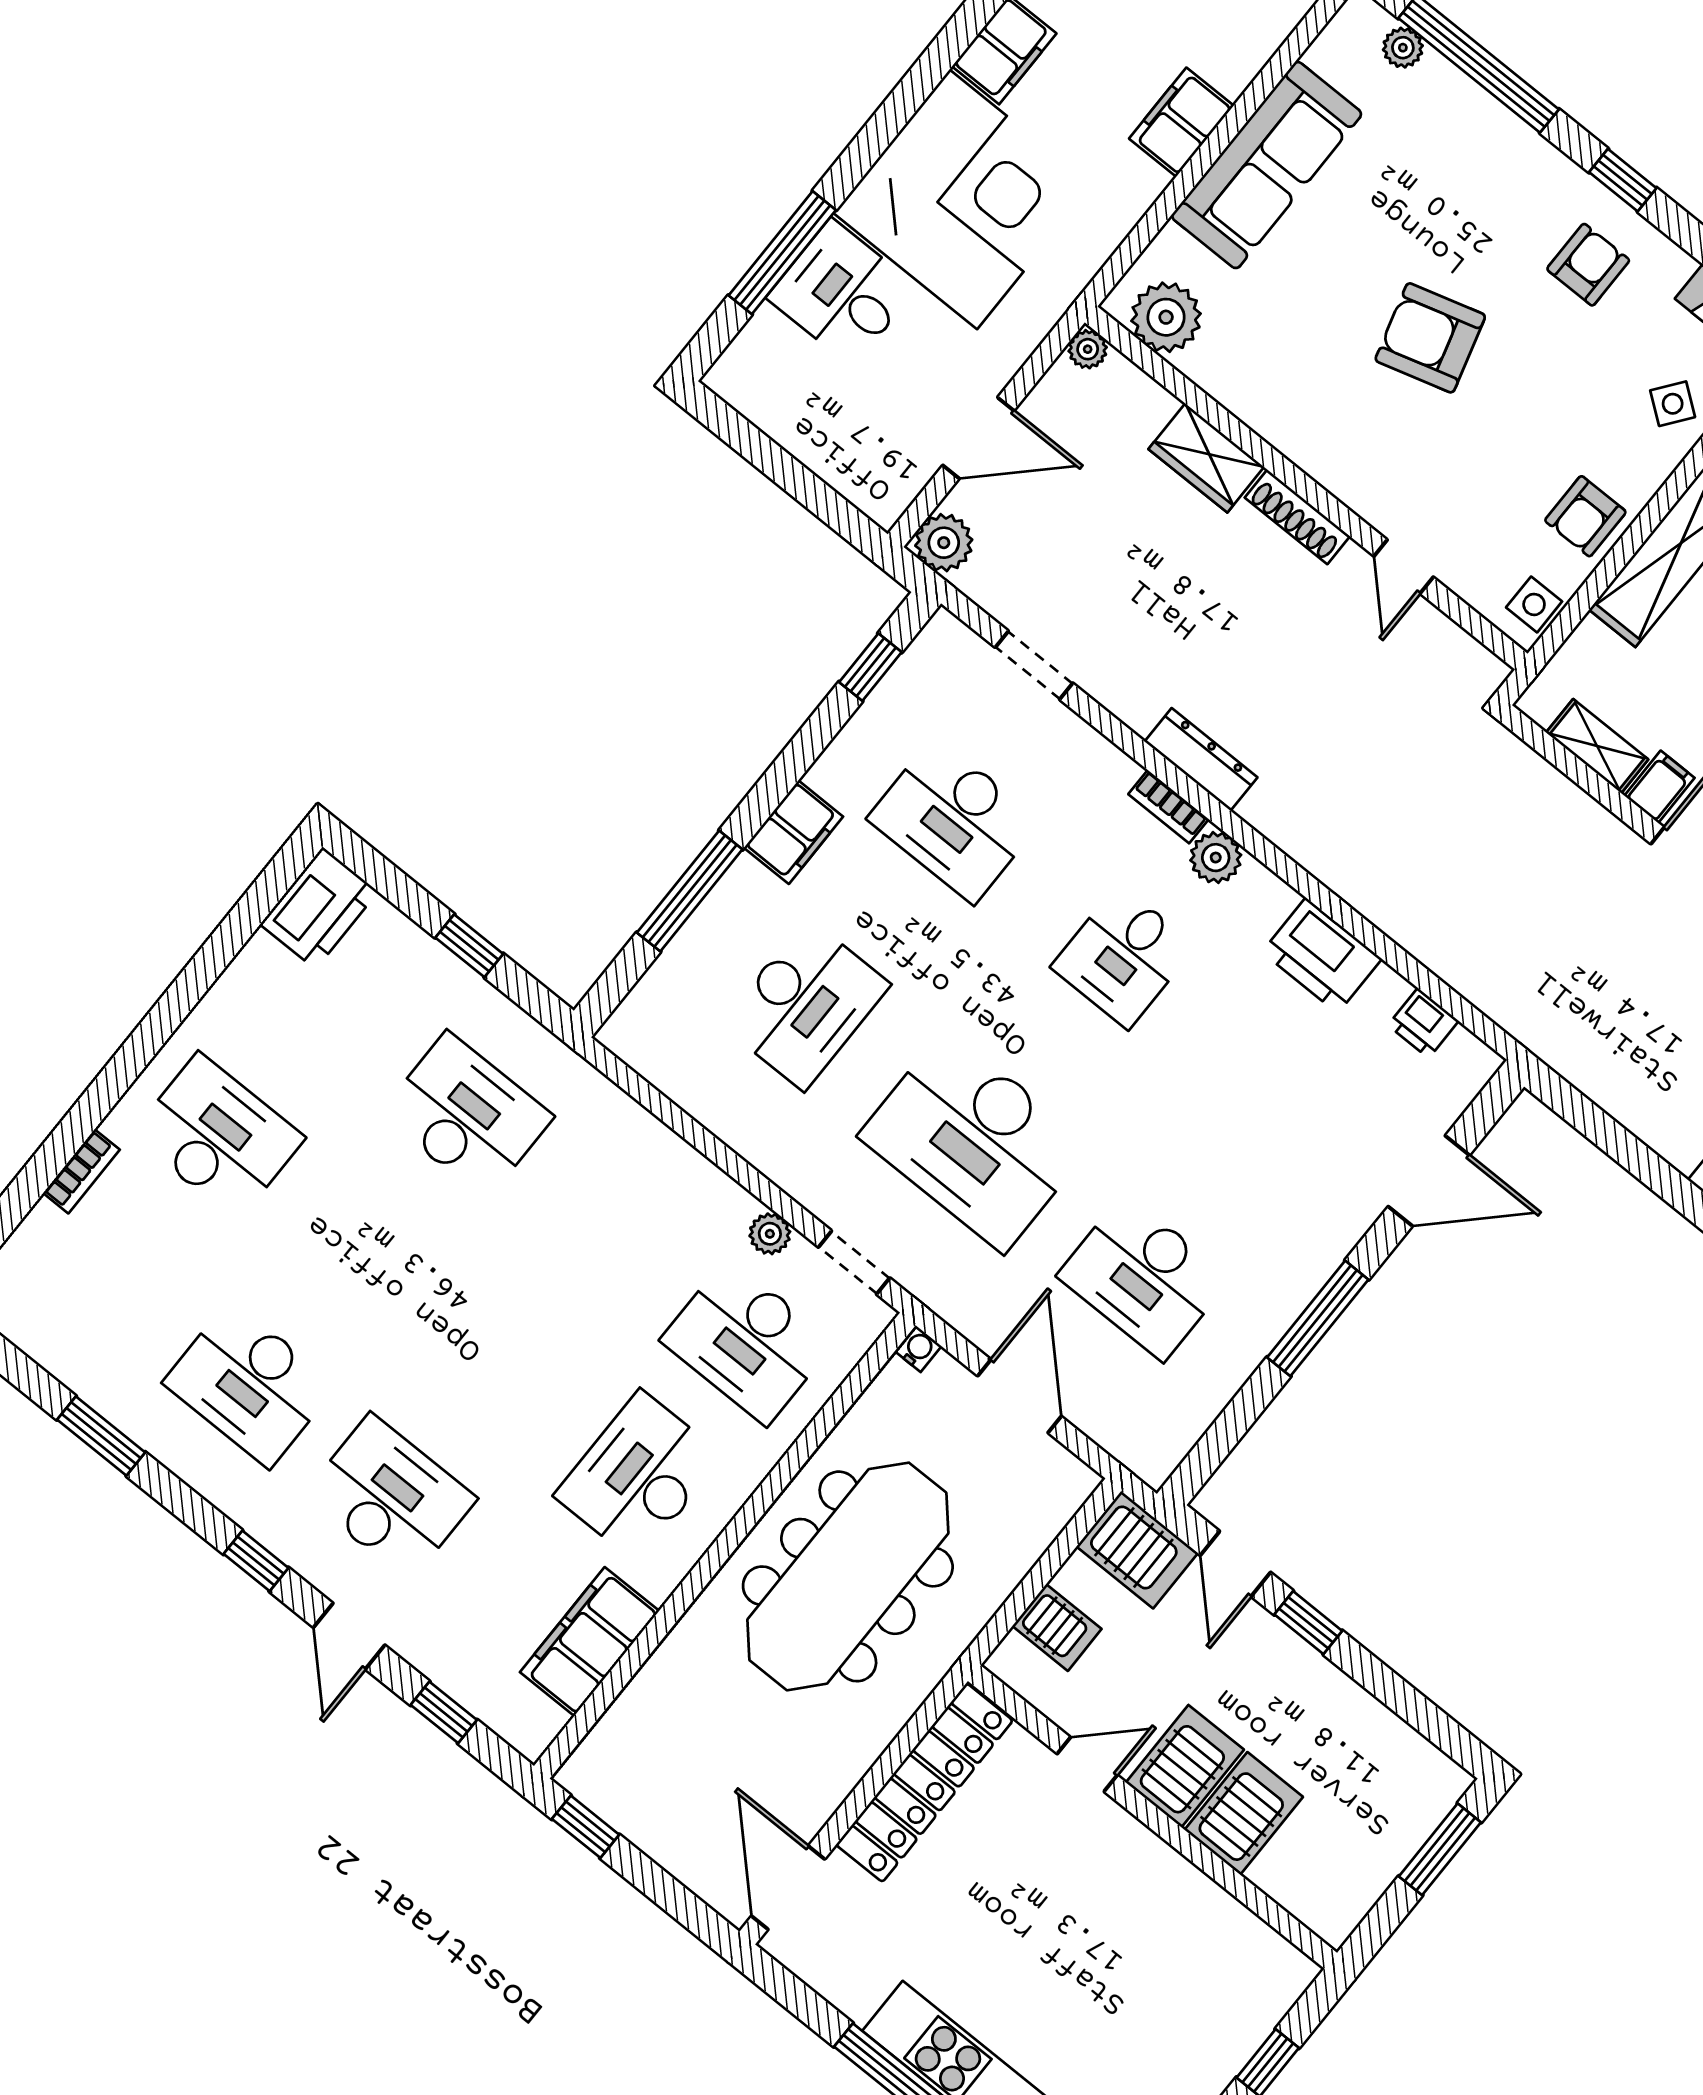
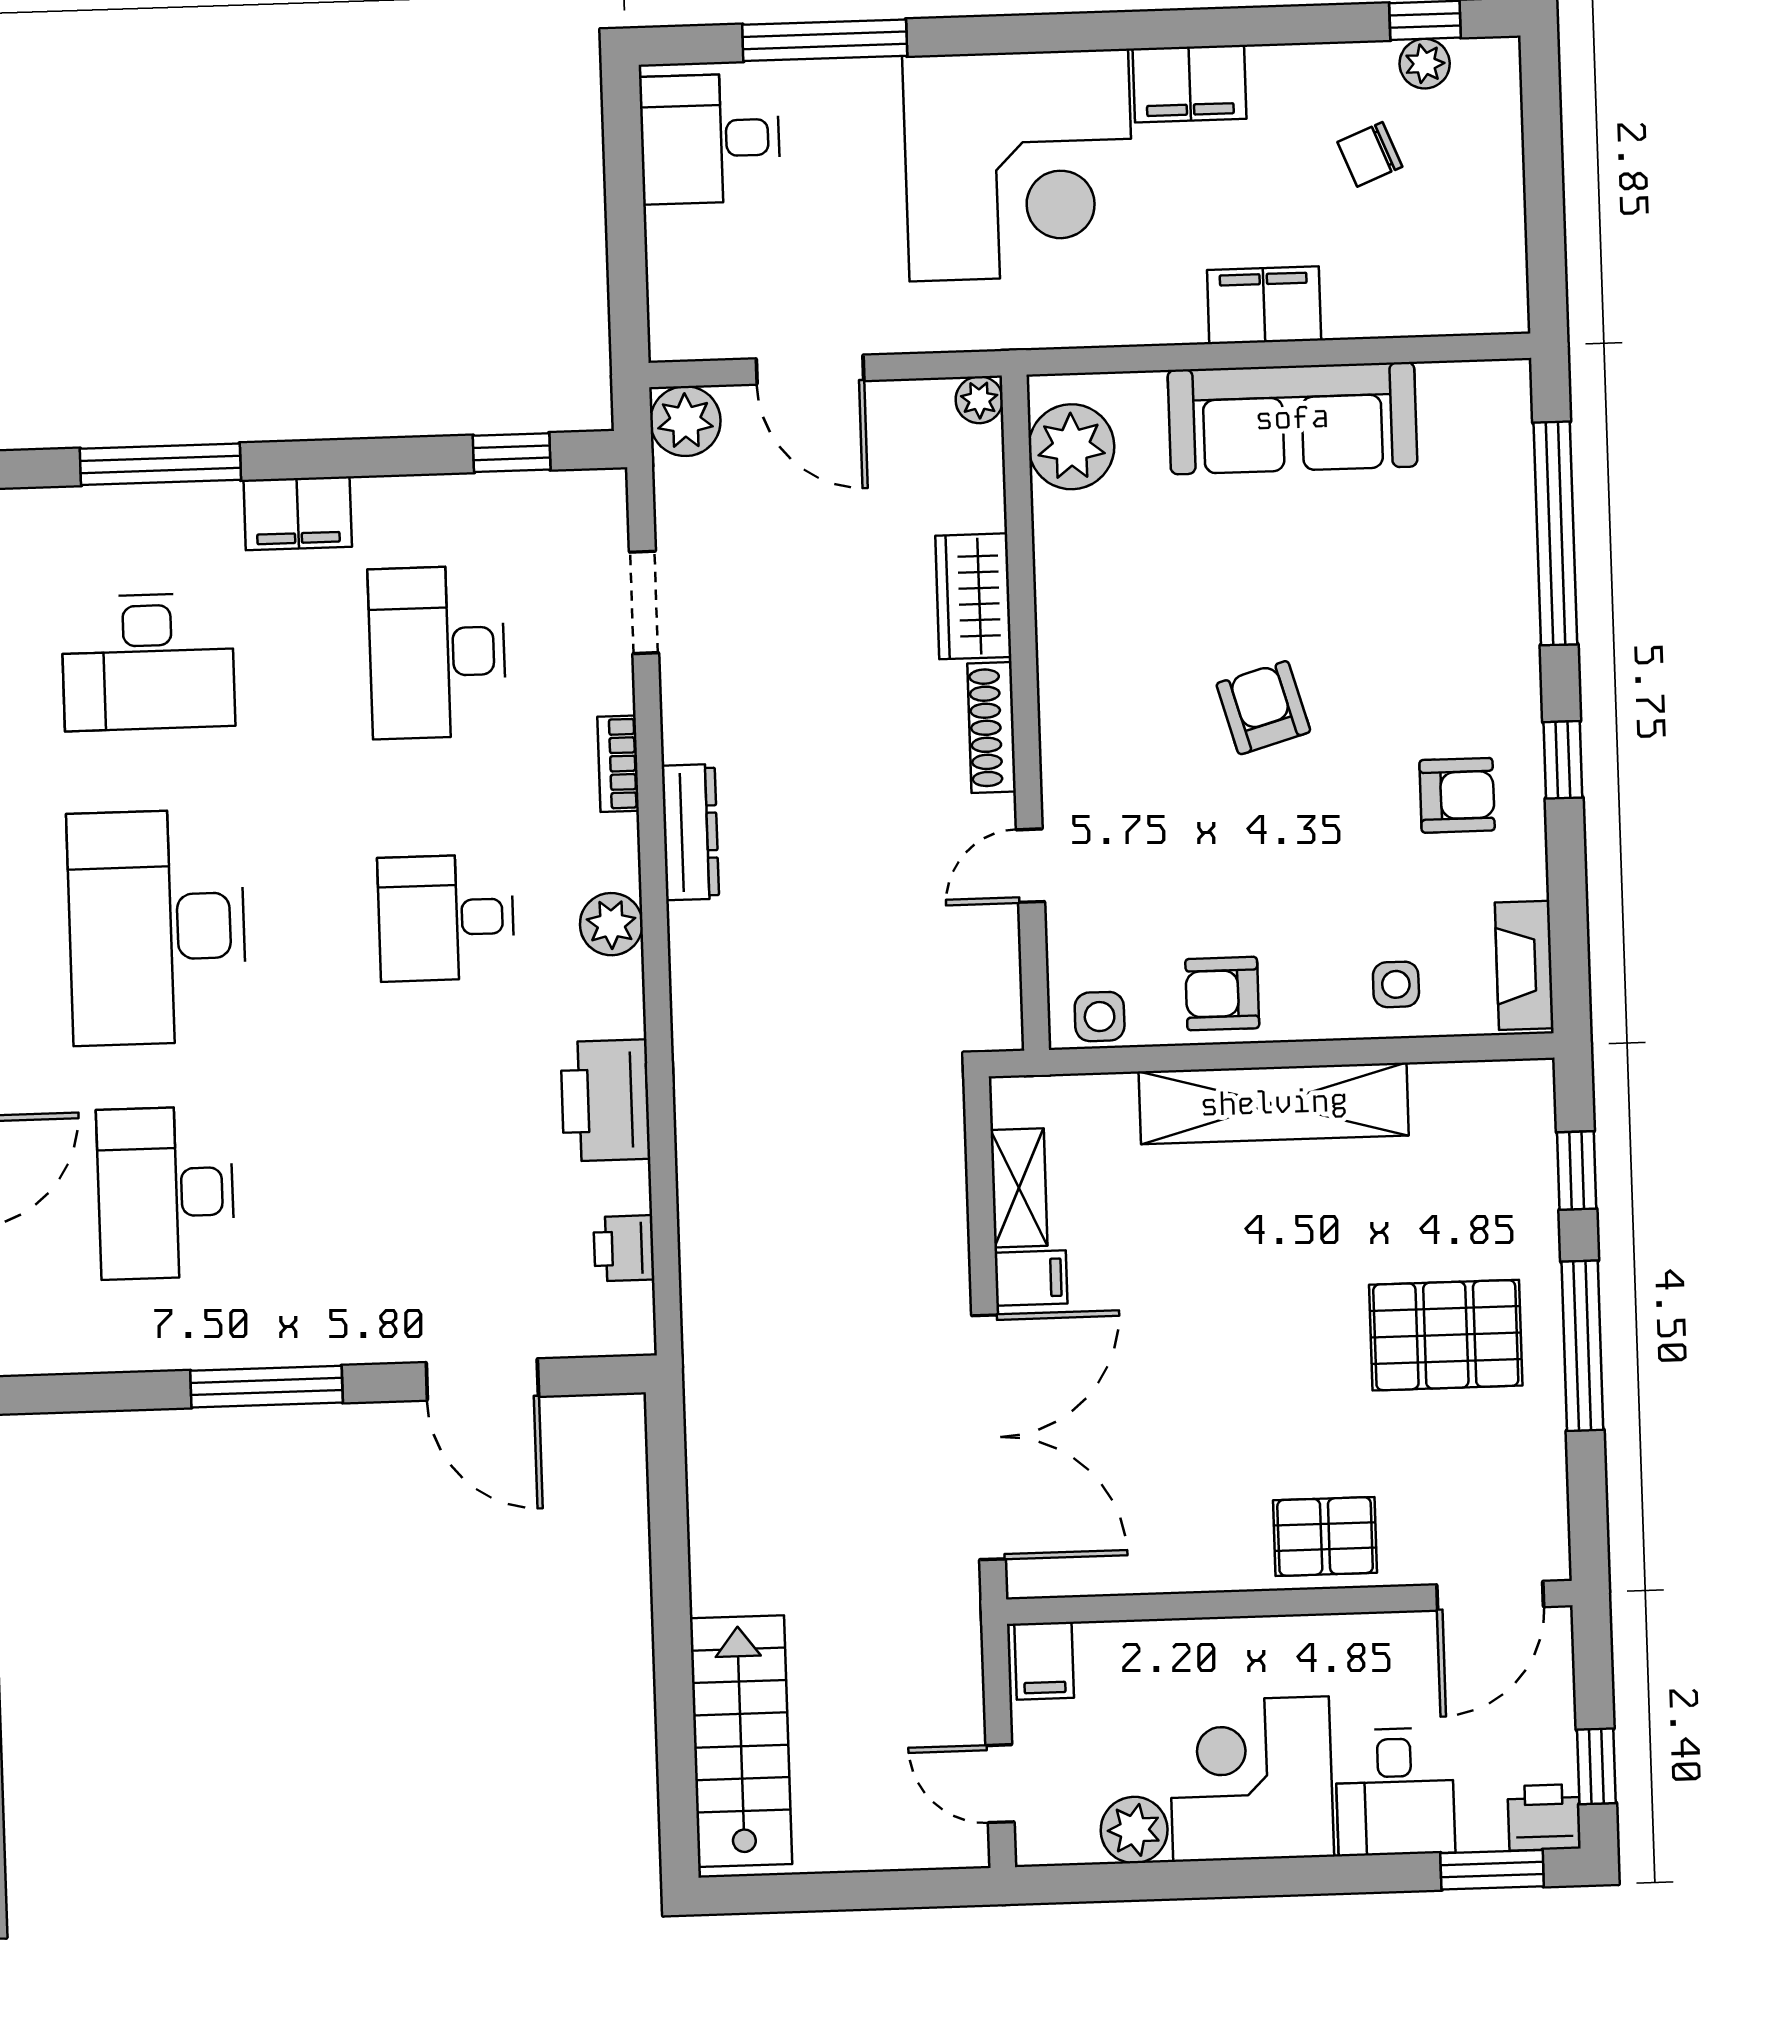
plant: (1403, 48) -> (1510, 451), removed
desk: (842, 293) -> (710, 139), moved, turned -90
armchair: (1430, 338) -> (1263, 708), width x0.72, depth x0.72
side table: (1673, 404) -> (1396, 984), turned -37
bookcase: (1168, 807) -> (618, 764), moved

